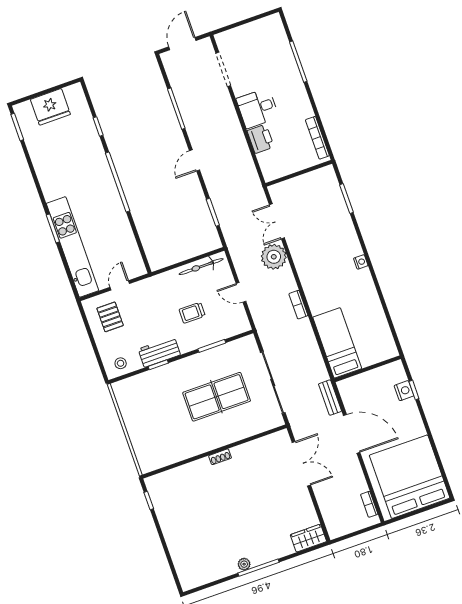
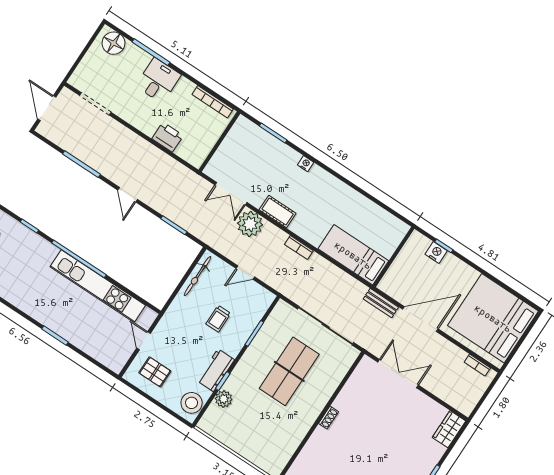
floor lamp: (274, 32) -> (114, 43), added
desk: (258, 108) -> (158, 80), moved, turned 180
kitchen unit: (72, 247) -> (98, 286), moved, turned 180
nightstand: (361, 262) -> (306, 164), moved
cot: (303, 263) -> (278, 212), added
stool: (121, 363) -> (192, 403), width x1.89, depth x1.89
plant: (148, 379) -> (224, 399), added

